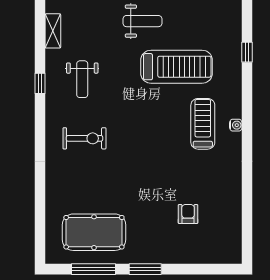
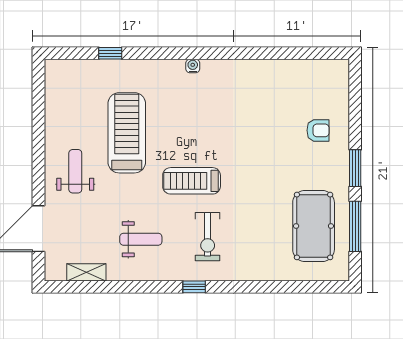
window: (40, 83) -> (194, 287), moved
treadmill: (203, 124) -> (192, 181), moved
exercise bike: (85, 138) -> (208, 237), turned 180
armchair: (188, 214) -> (318, 130), moved, turned 180

